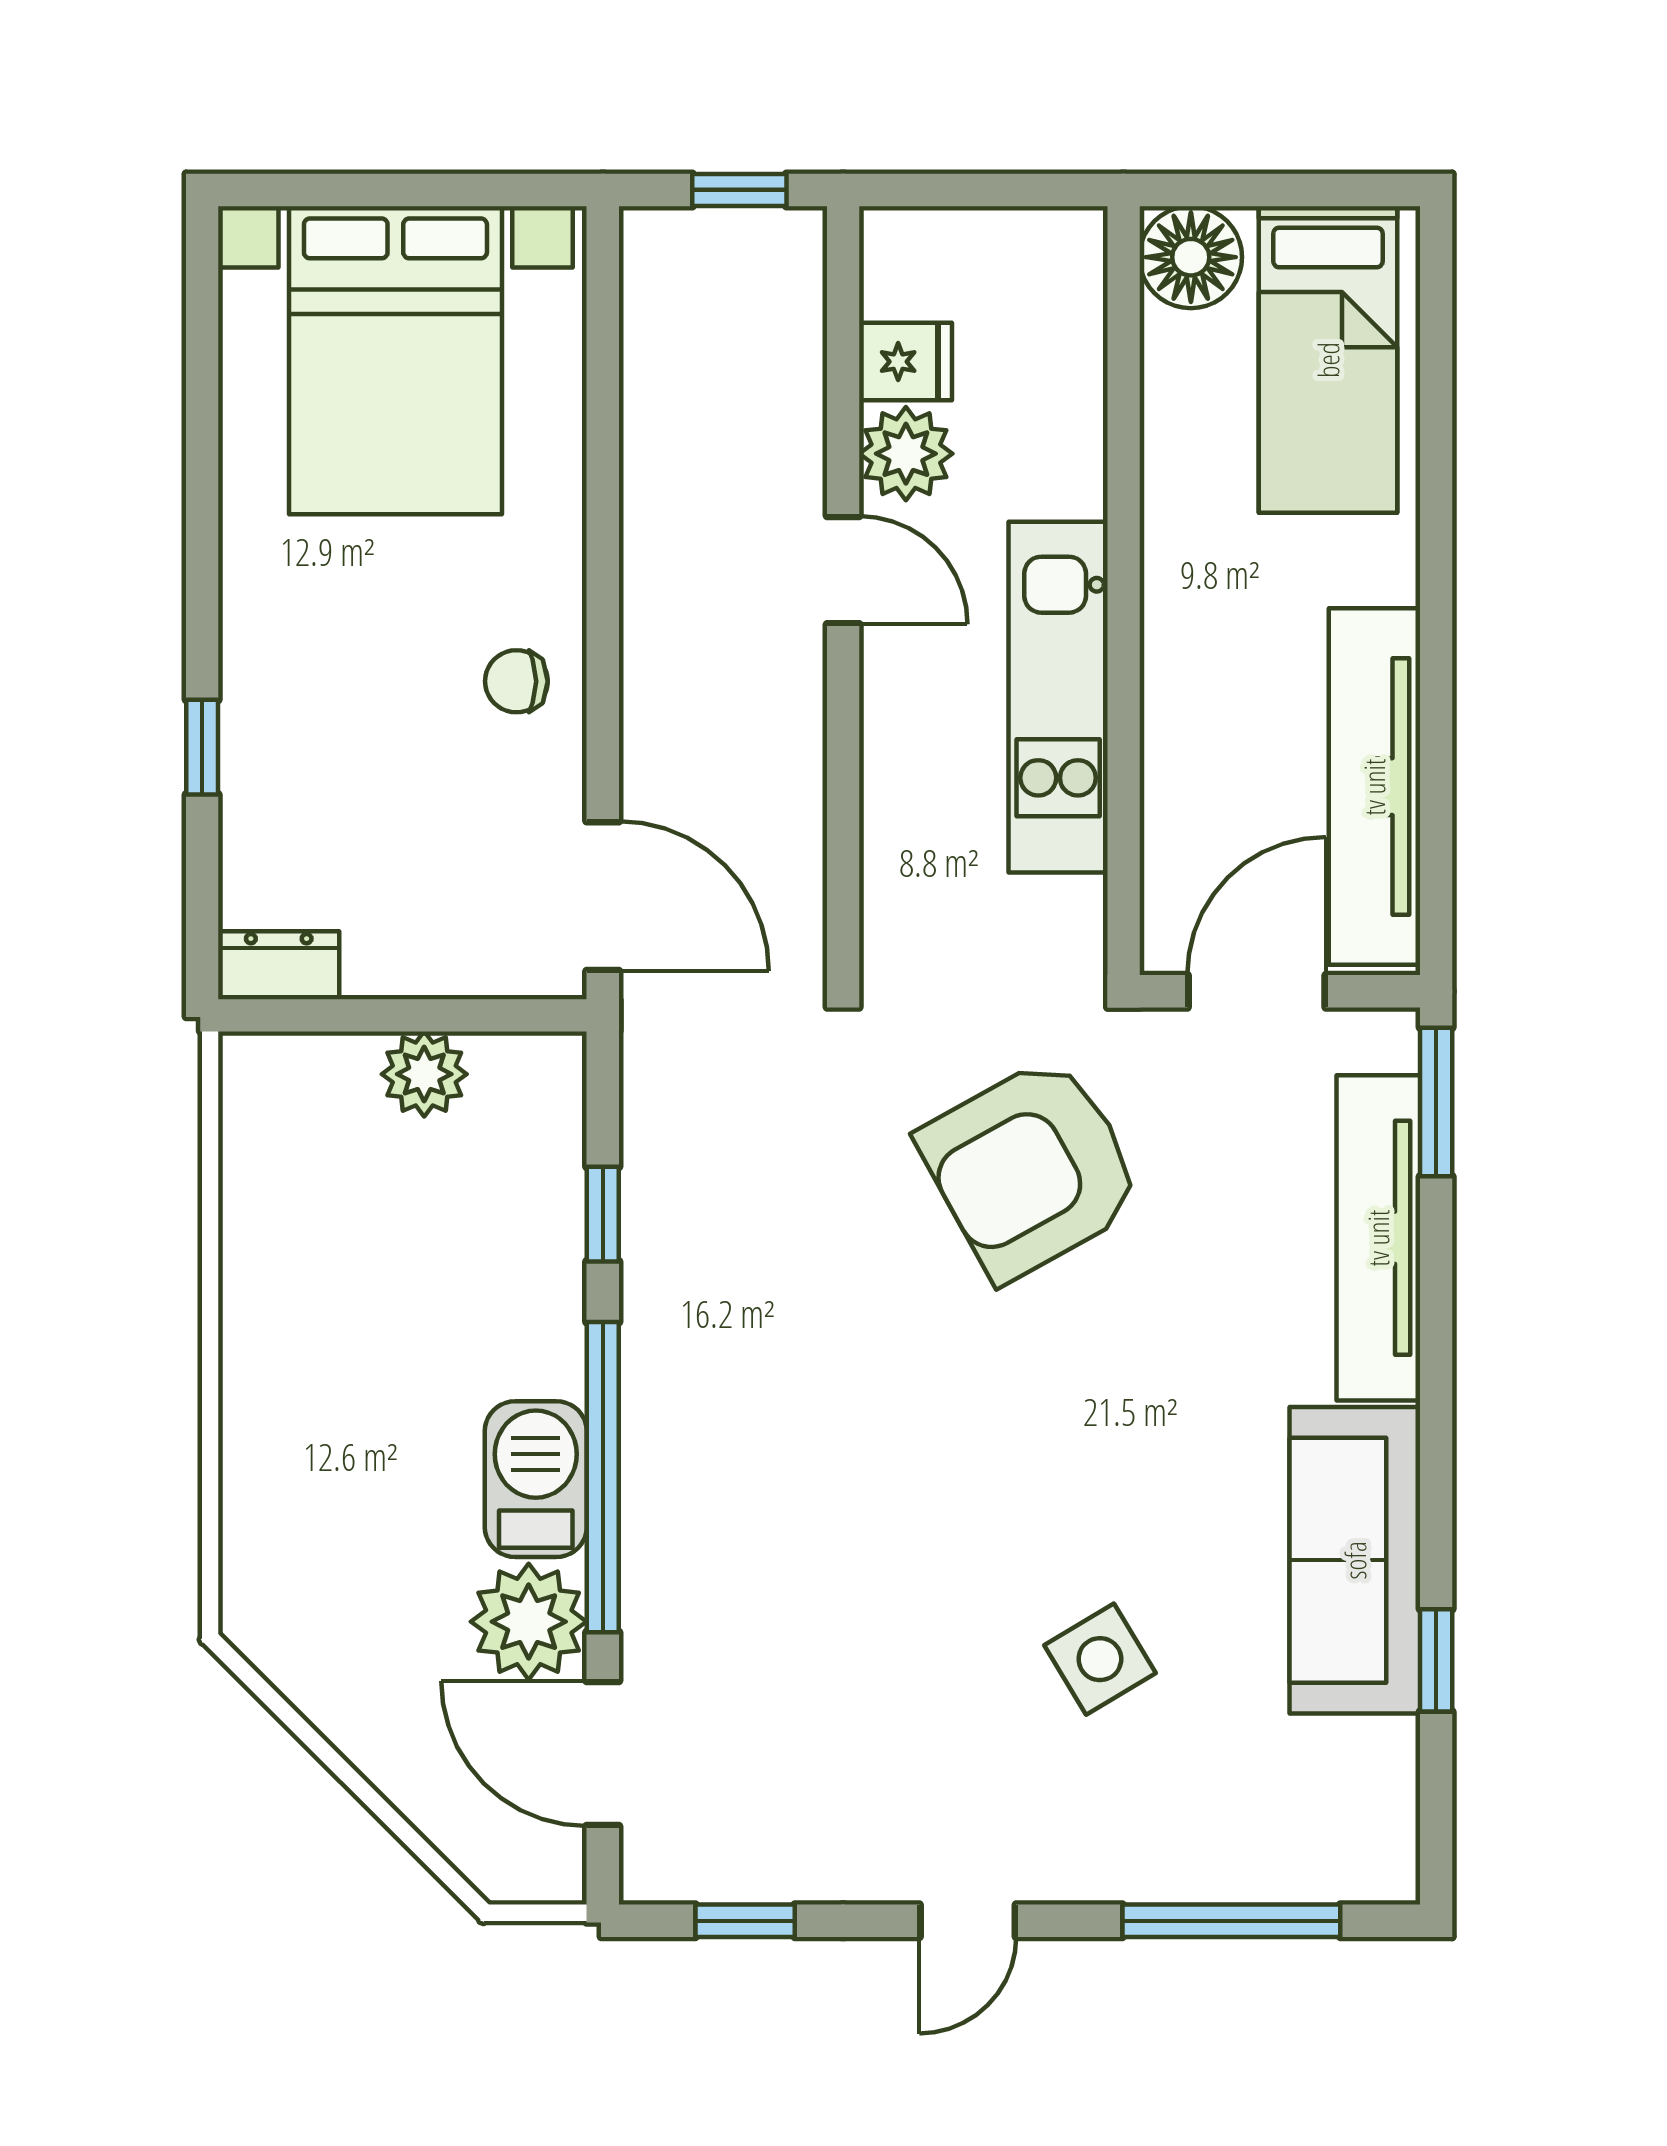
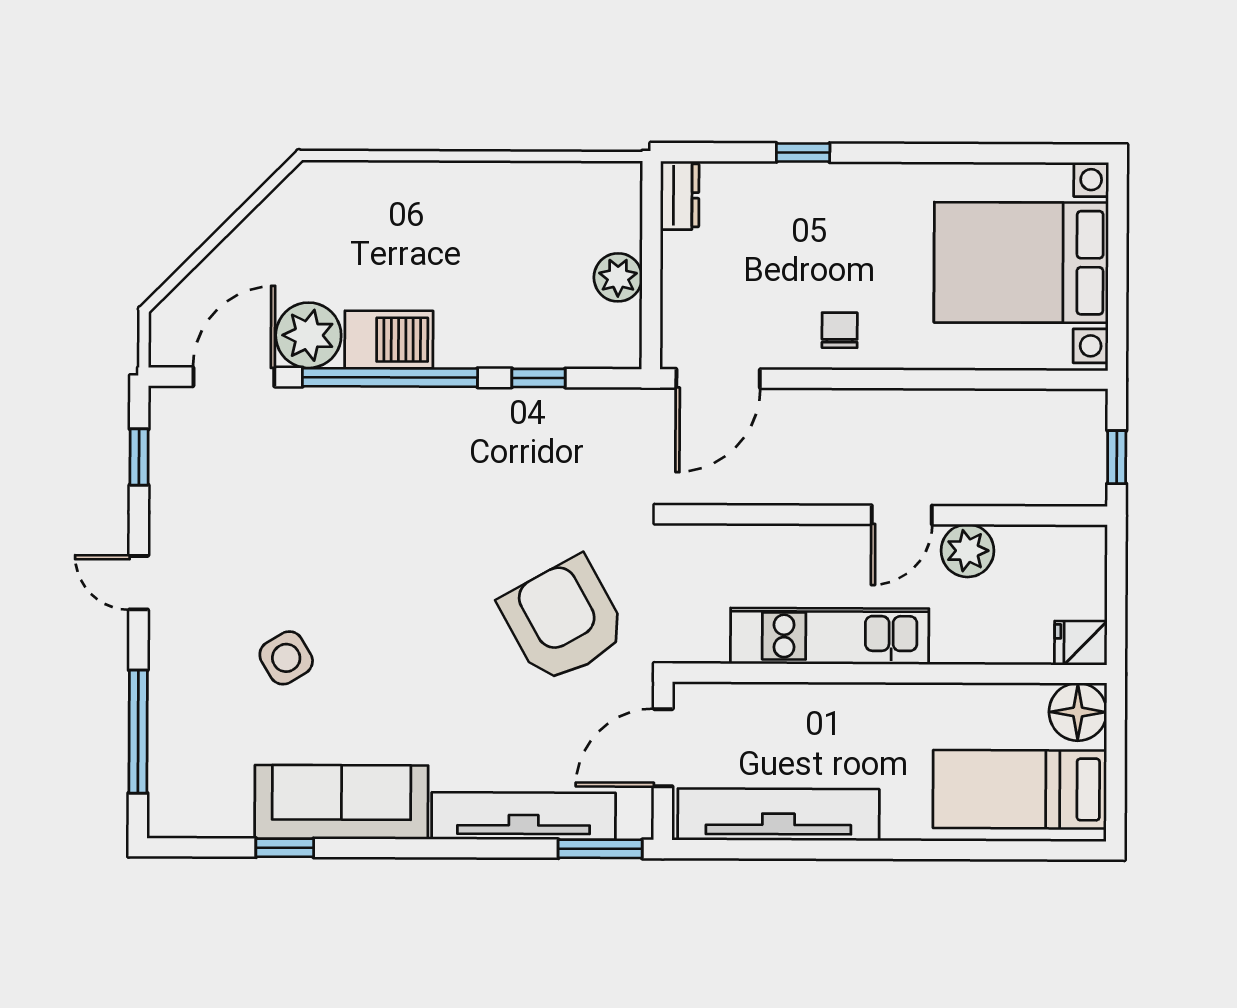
fridge: (906, 362) -> (1081, 643), moved, turned 90
door: (1257, 991) -> (663, 748), swing flipped

